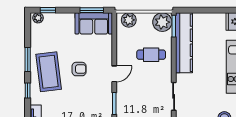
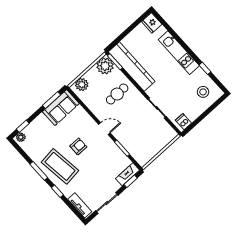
door: (114, 74) -> (104, 129), hinge flipped

